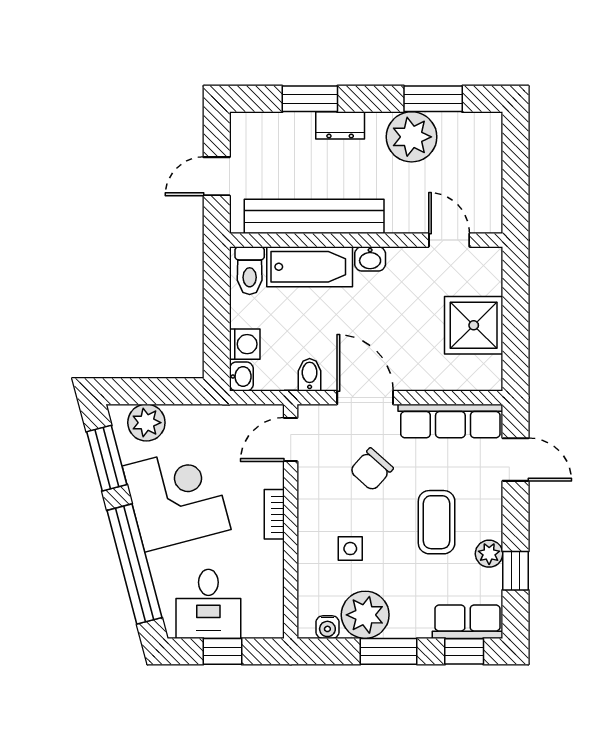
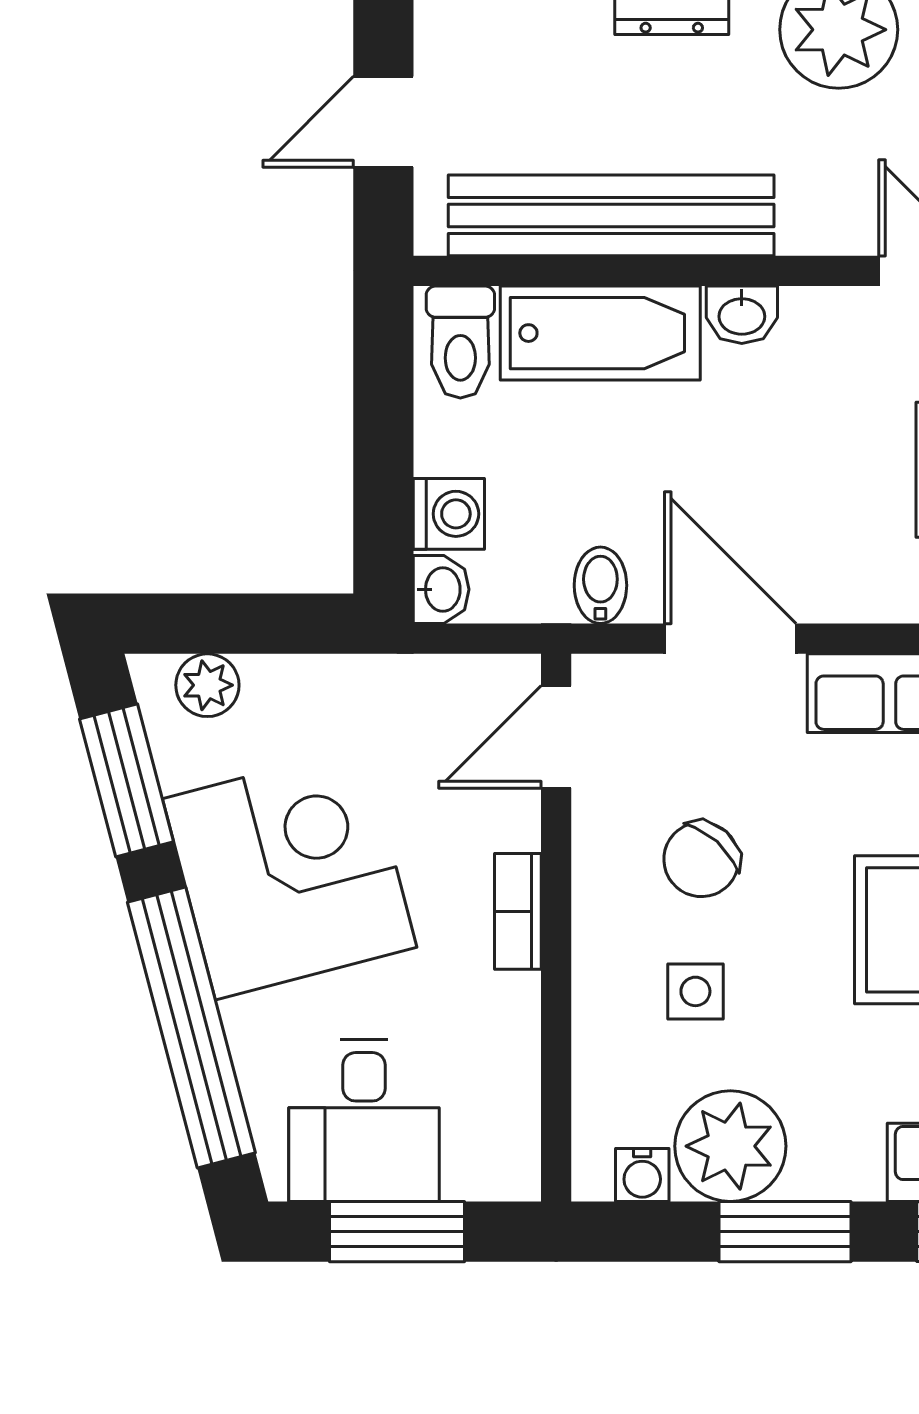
plant: (146, 423) -> (207, 685), width x0.73, depth x0.73
chair: (371, 469) -> (701, 859), moved
window: (222, 651) -> (397, 1232), width x1.50

